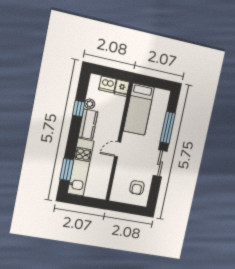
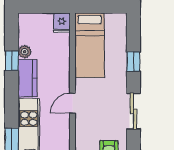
dishwasher: (107, 84) -> (42, 22), removed
window: (168, 128) -> (133, 62), width x0.46

